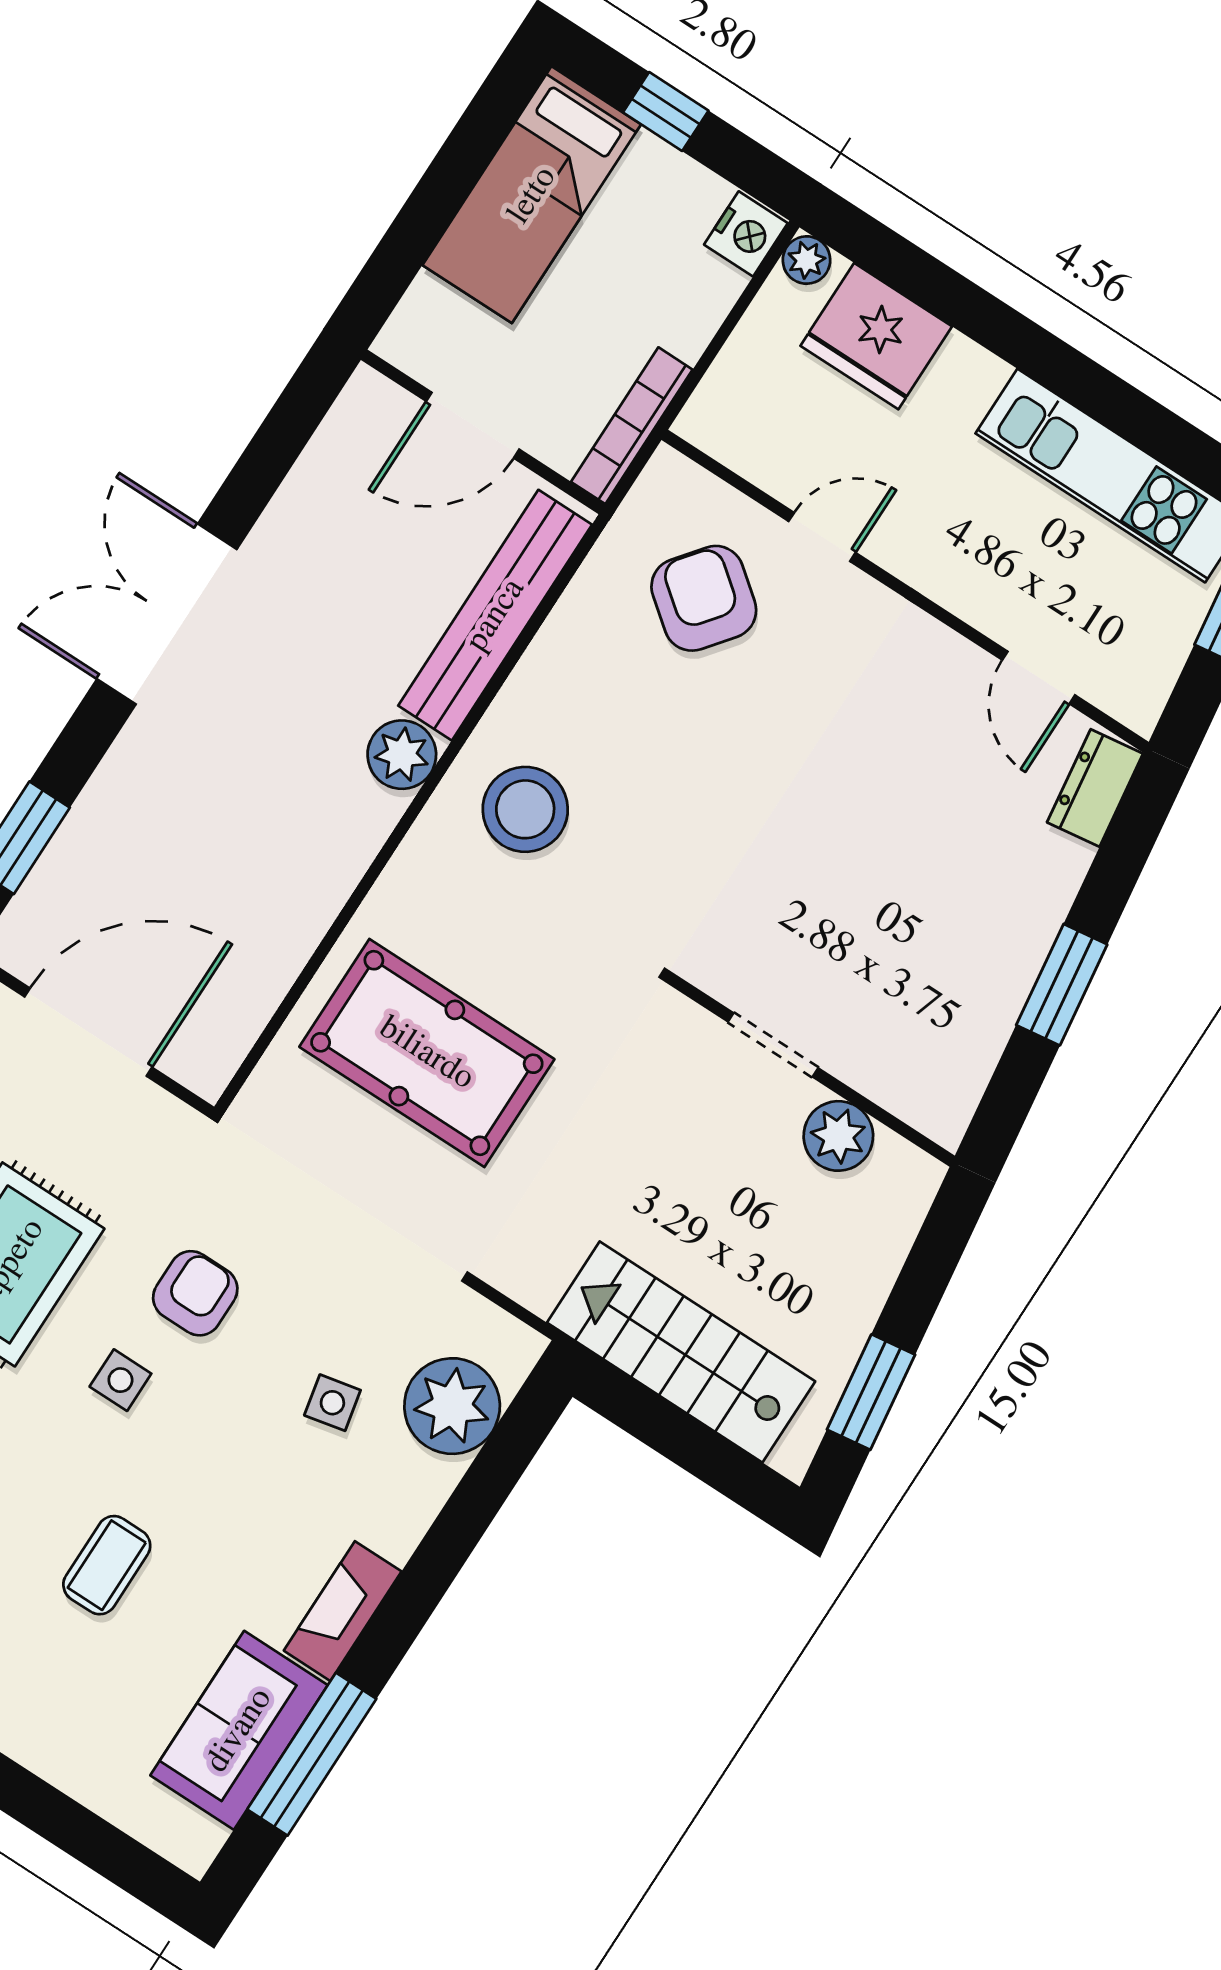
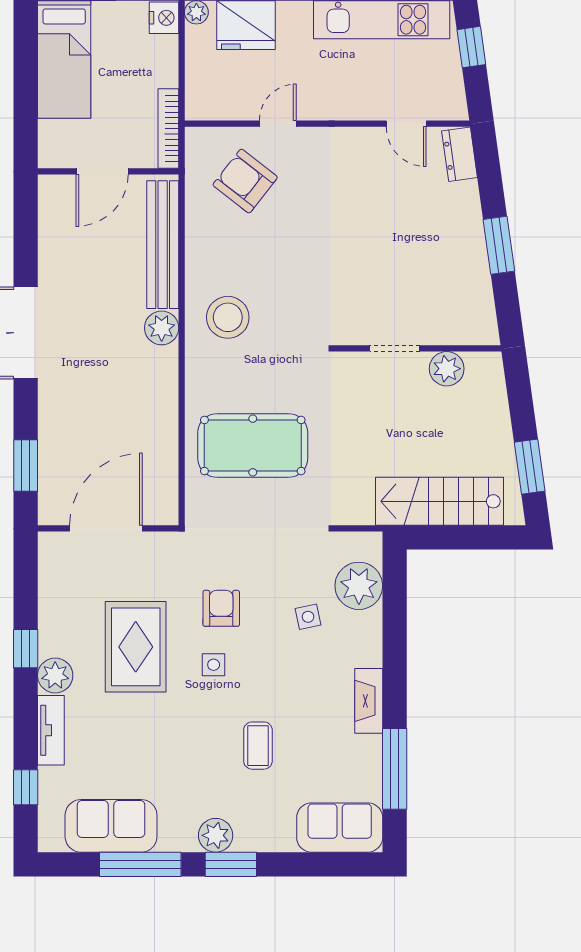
sofa: (239, 1730) -> (340, 828), moved, turned 90

